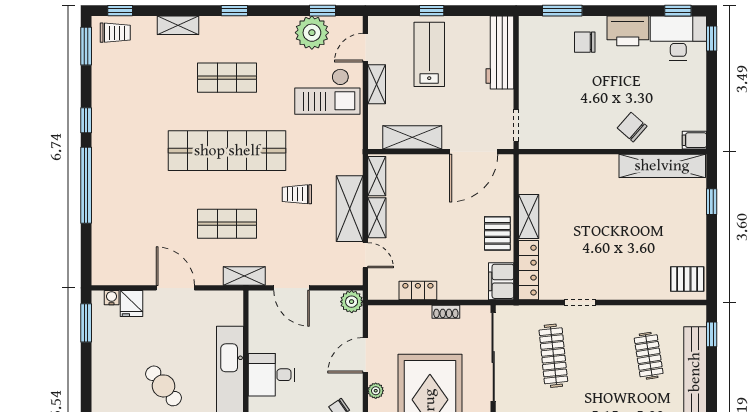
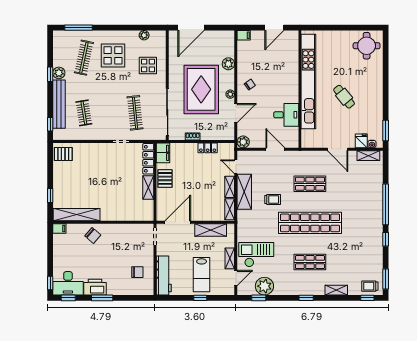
window: (562, 11) -> (102, 298), moved
chair: (585, 42) -> (137, 272), moved
shelving: (244, 276) -> (368, 156), moved
desk: (271, 375) -> (286, 115), moved

